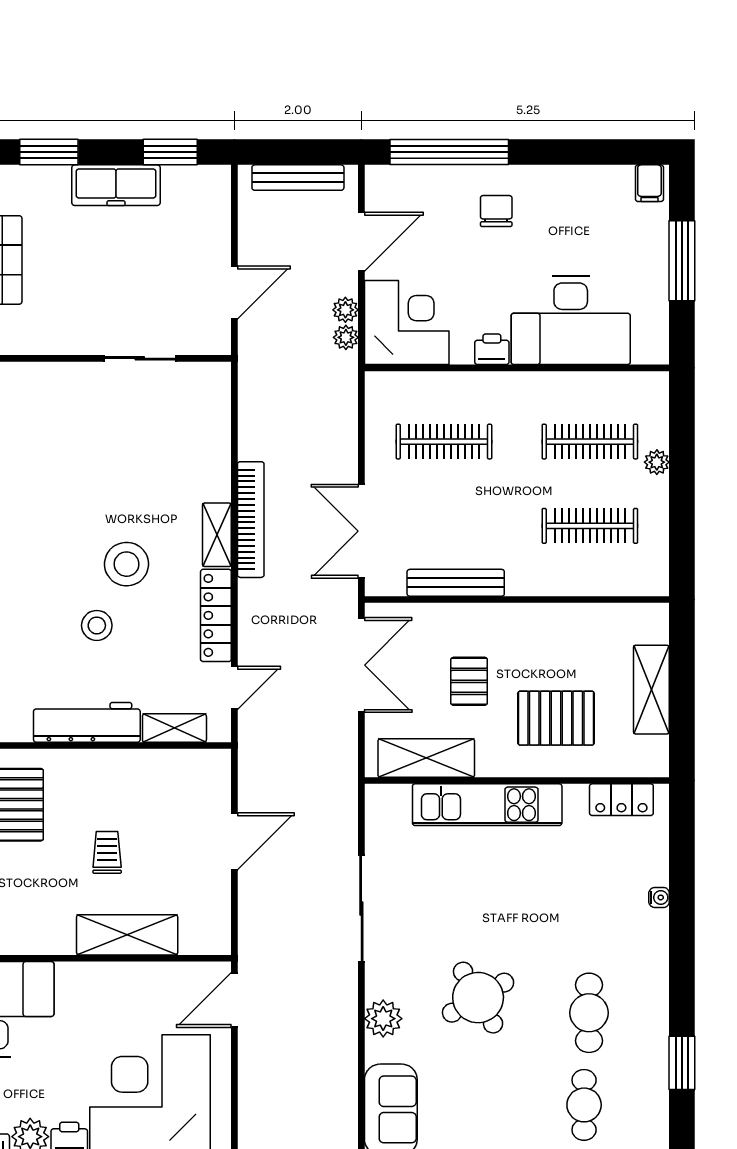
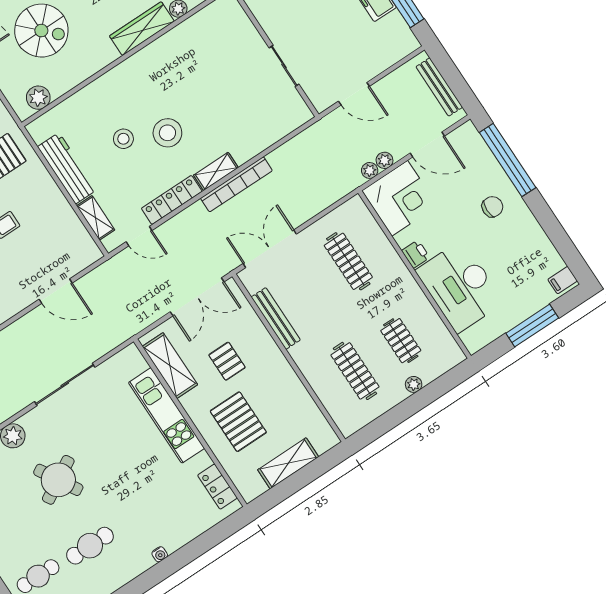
clothes rail: (590, 442) -> (401, 341), width x0.73
pallet: (469, 681) -> (227, 361), turned 90
water cooler: (659, 897) -> (160, 554), moved

